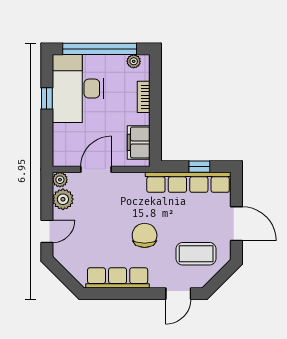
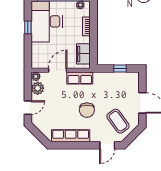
row of seats: (188, 182) -> (80, 78), moved, width x0.50
chair: (145, 235) -> (87, 110), turned 180
coffee table: (196, 254) -> (118, 121), turned 54

